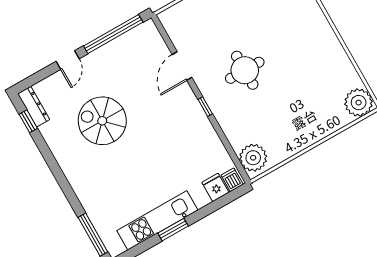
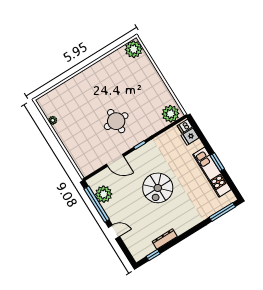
plant: (129, 46) -> (104, 194), added
dresser: (34, 107) -> (165, 239), moved
spiral stairs: (102, 121) -> (158, 188), moved

